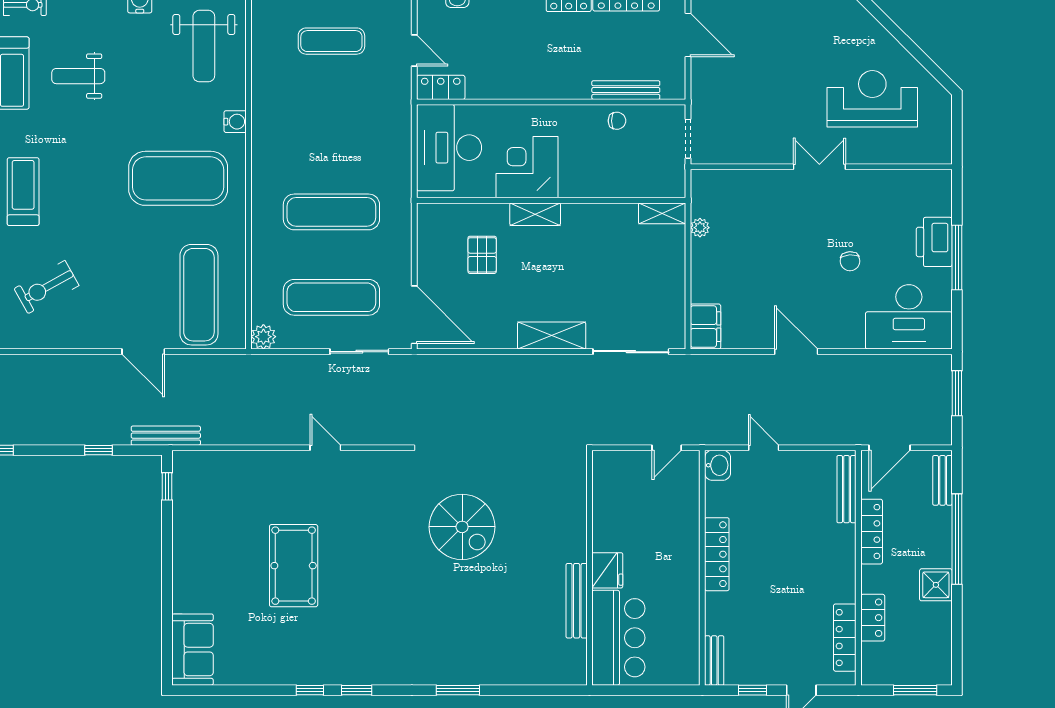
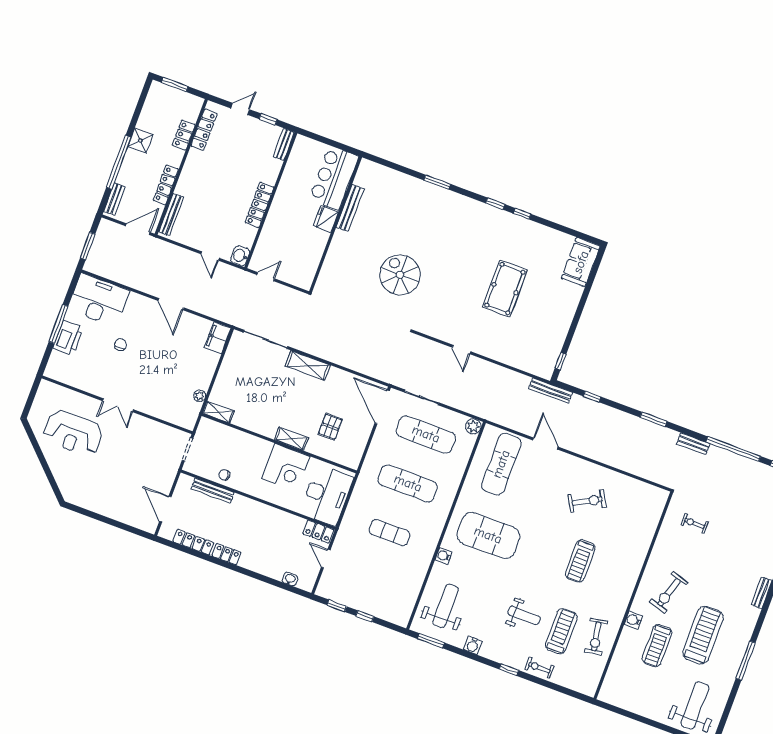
exercise mat: (331, 41) -> (389, 533), moved

